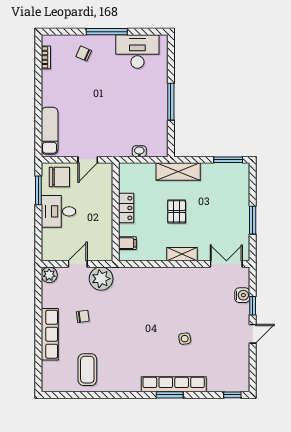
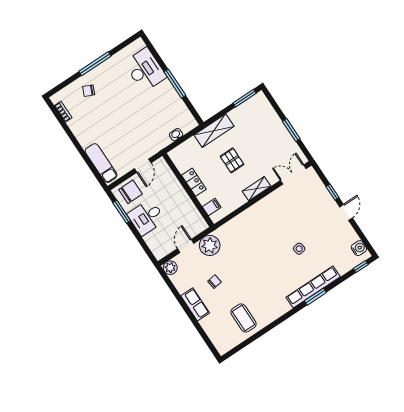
desk: (137, 52) -> (145, 70), moved, turned 90
water cooler: (242, 295) -> (359, 248), moved
row of seats: (50, 334) -> (195, 304), width x0.68

